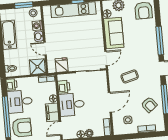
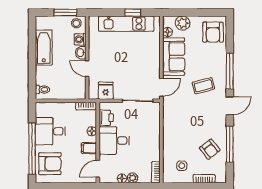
shower: (37, 67) -> (76, 90), removed
coffee table: (130, 76) -> (203, 86), moved
printer: (12, 85) -> (42, 109), removed
door: (110, 102) -> (161, 142), removed
filing cabinet: (52, 112) -> (89, 148), width x0.50

